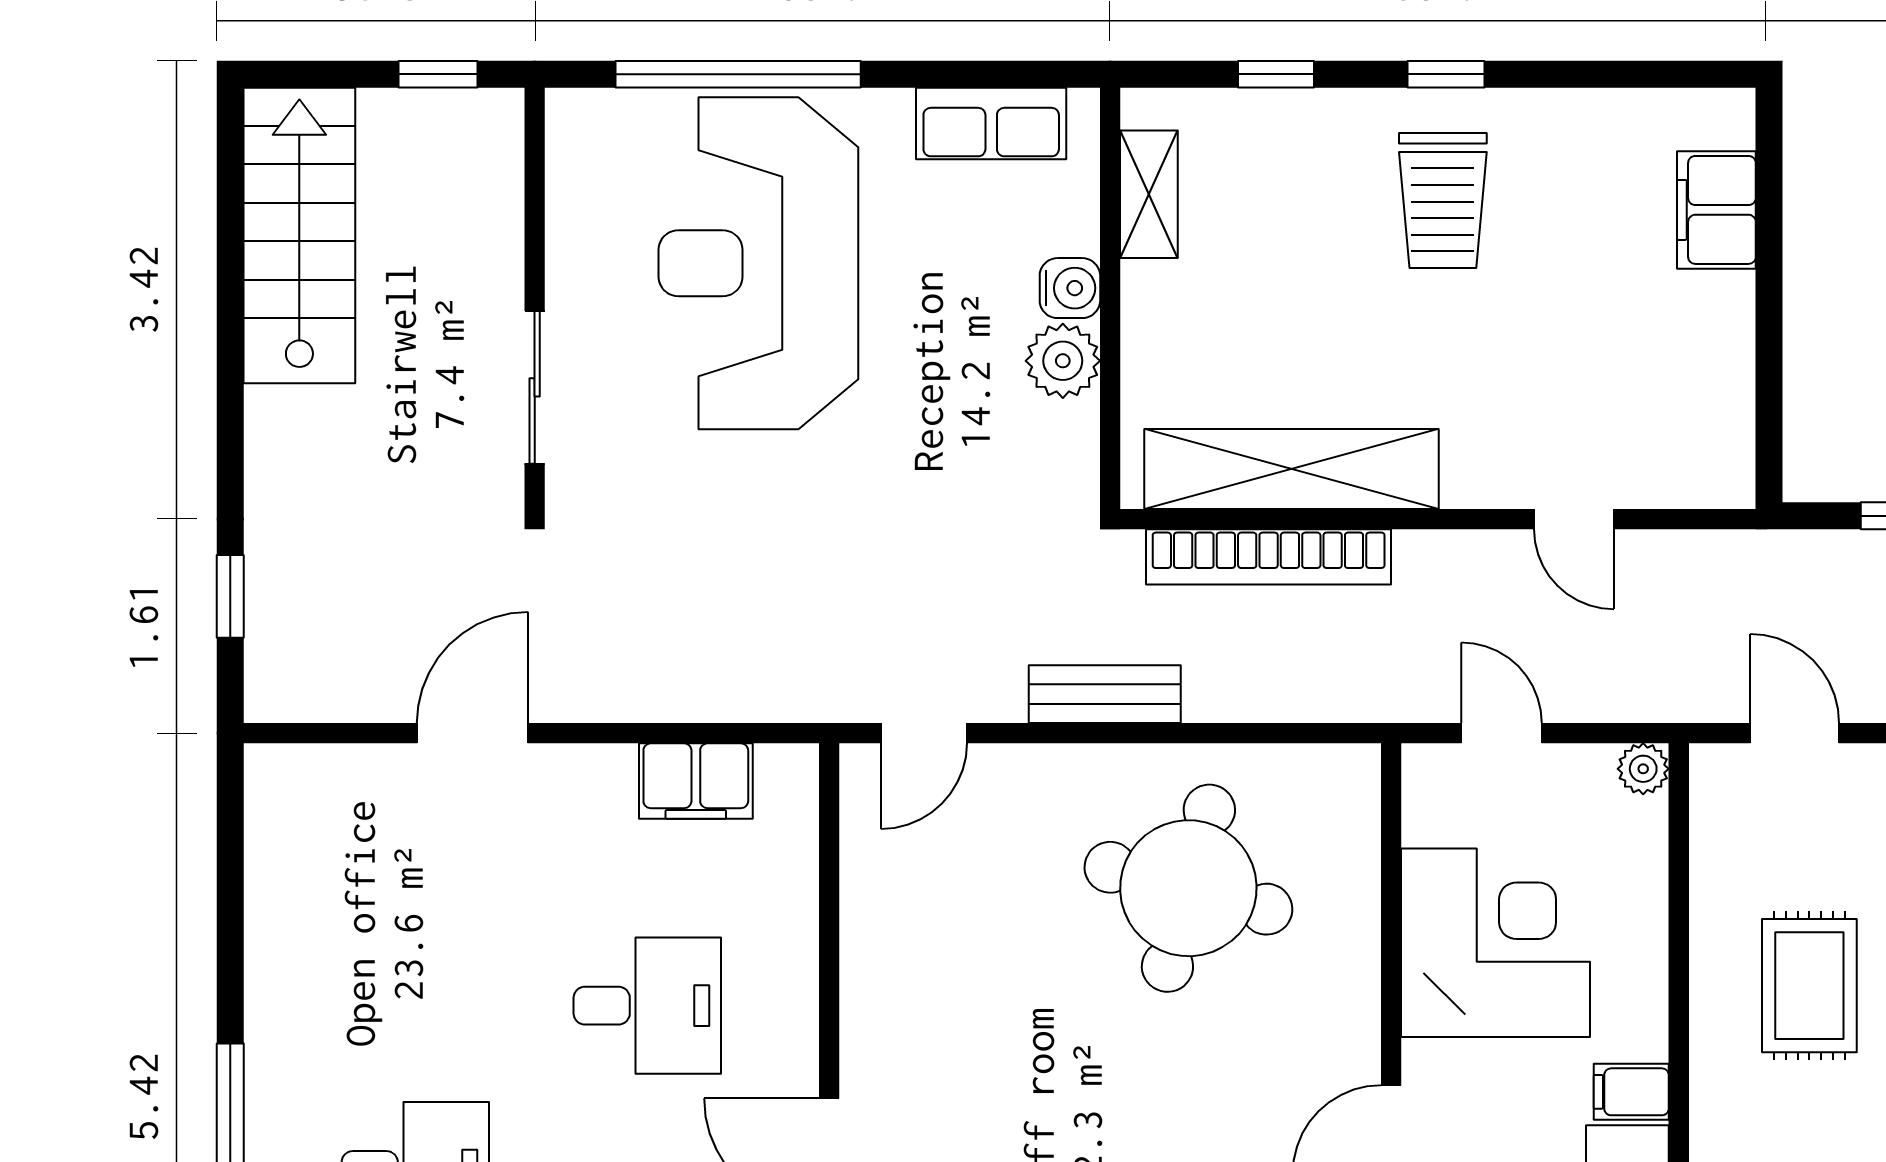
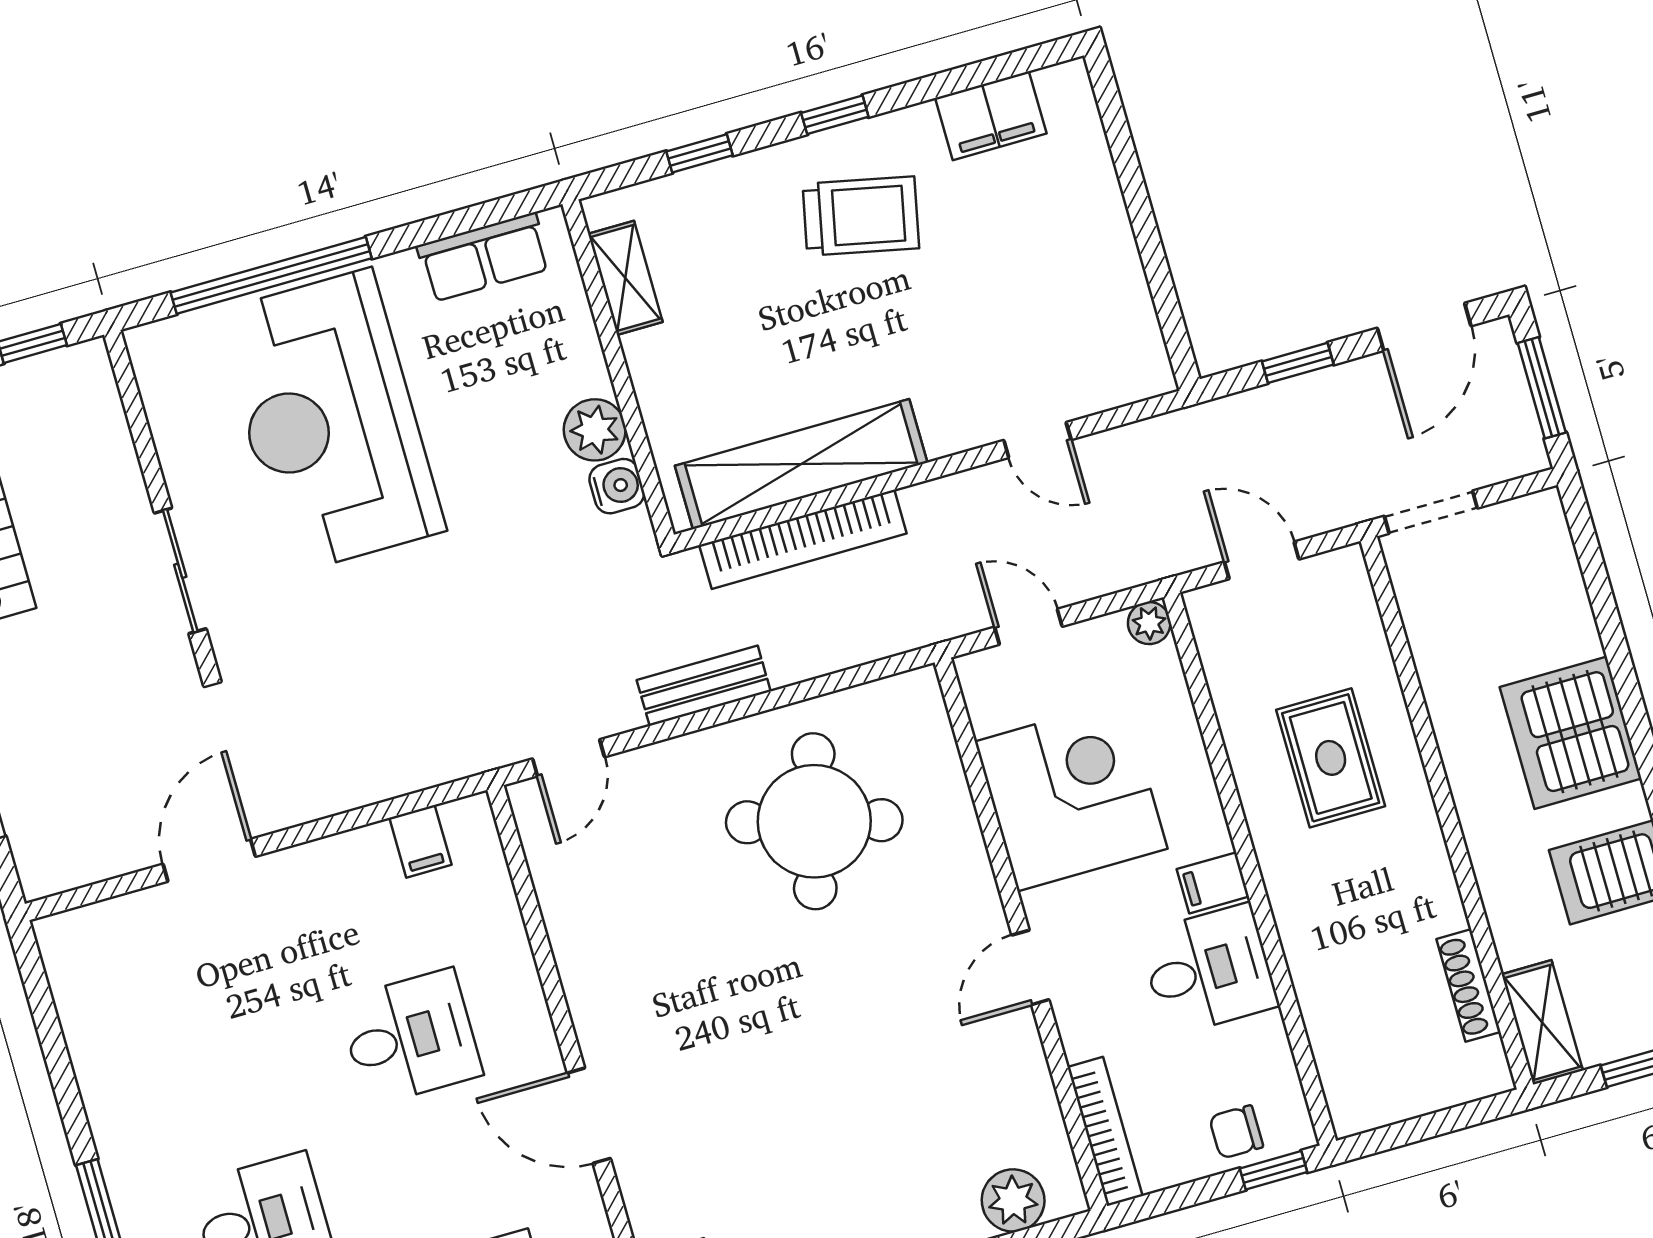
trolley: (1443, 200) -> (861, 216), turned -78
filing cabinet: (1716, 210) -> (991, 116), moved, turned -90
water cooler: (1070, 288) -> (617, 486), moved
filing cabinet: (696, 781) -> (420, 841), width x0.50

